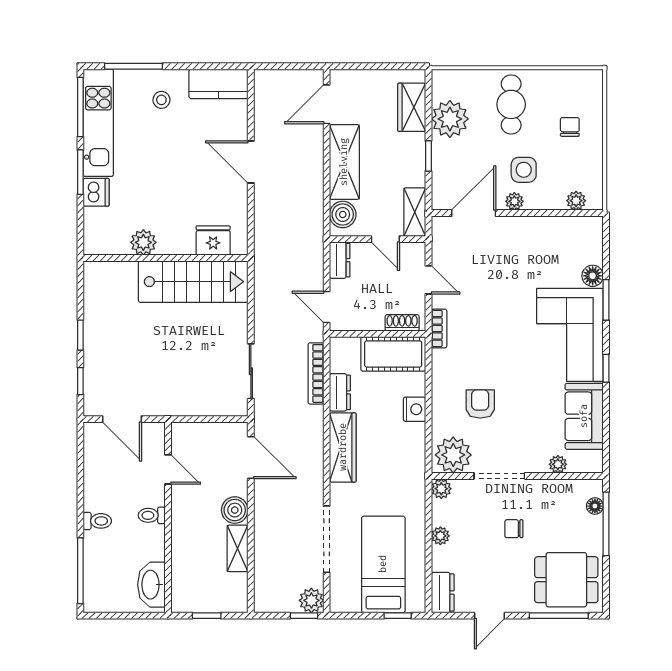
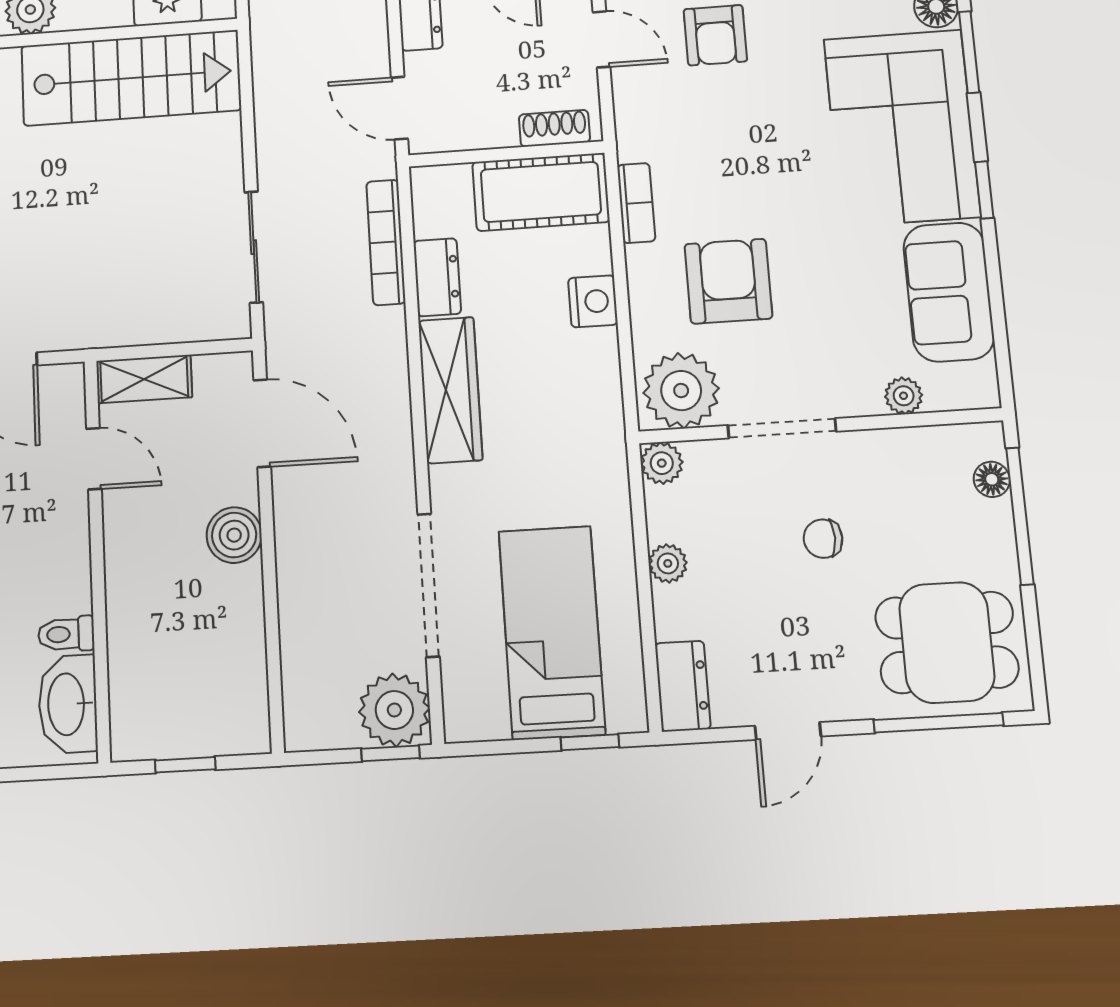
armchair: (484, 282) -> (715, 35), added
bookcase: (439, 328) -> (636, 203), moved
armchair: (480, 404) -> (728, 281), width x1.38, depth x1.38
toilet: (152, 515) -> (66, 634), moved
shelving: (238, 548) -> (144, 379), moved, turned 90
plant: (311, 600) -> (394, 710), width x1.36, depth x1.36

